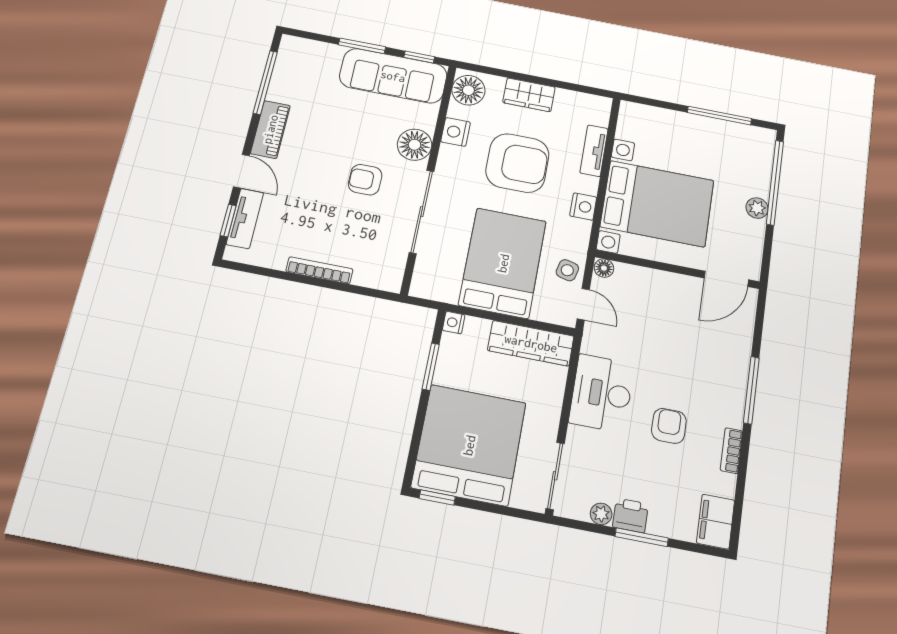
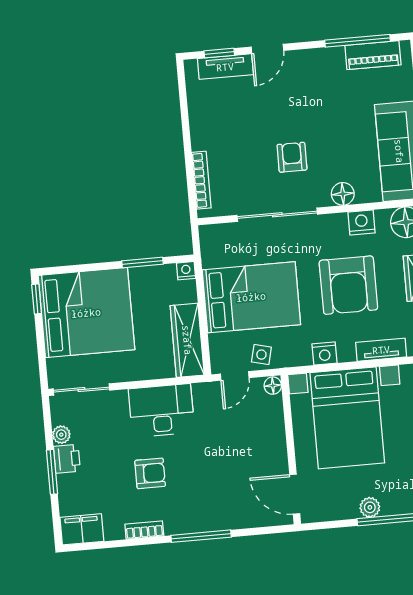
piano: (270, 129) -> (373, 55), moved
floor lamp: (415, 145) -> (343, 194), width x0.73, depth x0.73
bookcase: (319, 270) -> (201, 180), moved

